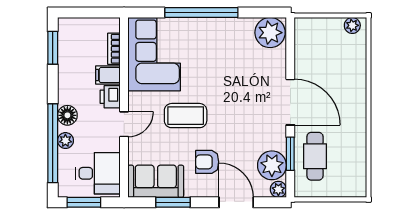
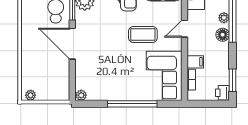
plant: (270, 33) -> (81, 95), width x0.53, depth x0.53
printer: (110, 97) -> (222, 93), moved, turned 180

